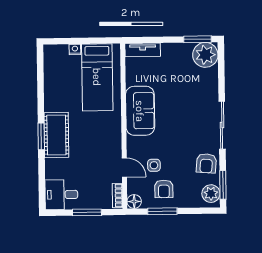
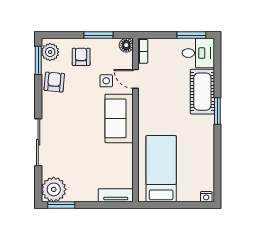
nightstand: (75, 49) -> (206, 197), moved
sofa: (140, 111) -> (119, 118), moved
sliding door: (222, 125) -> (38, 142), moved
cot: (56, 135) -> (202, 92), moved
armchair: (164, 189) -> (81, 57), moved
window: (87, 212) -> (191, 35), moved

